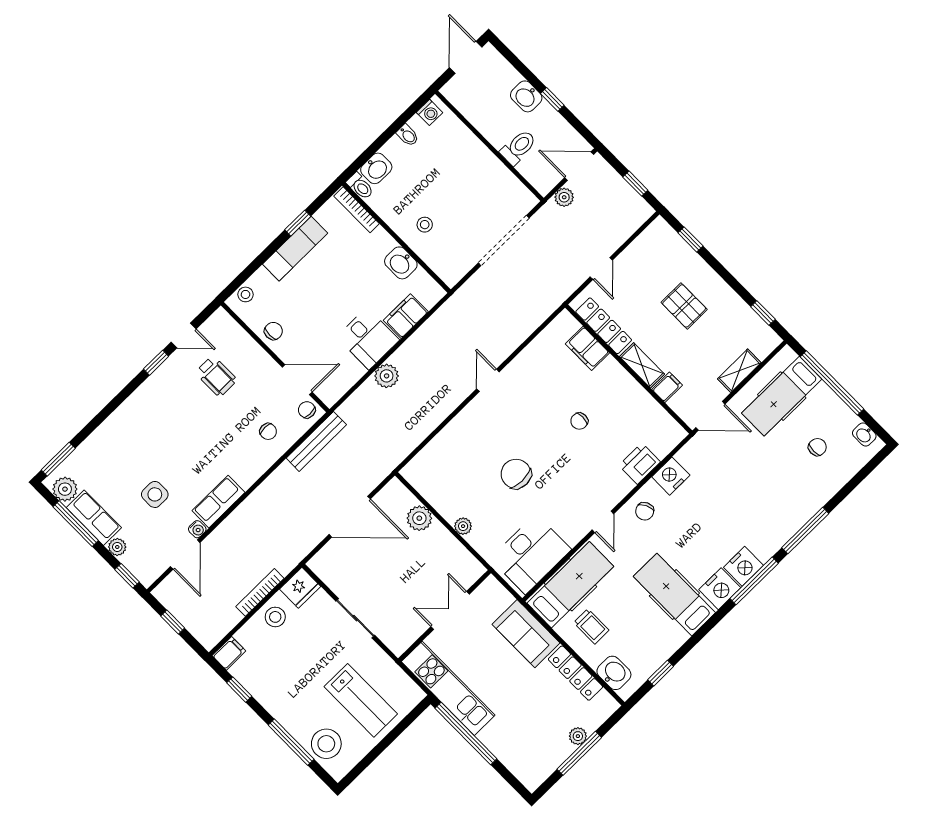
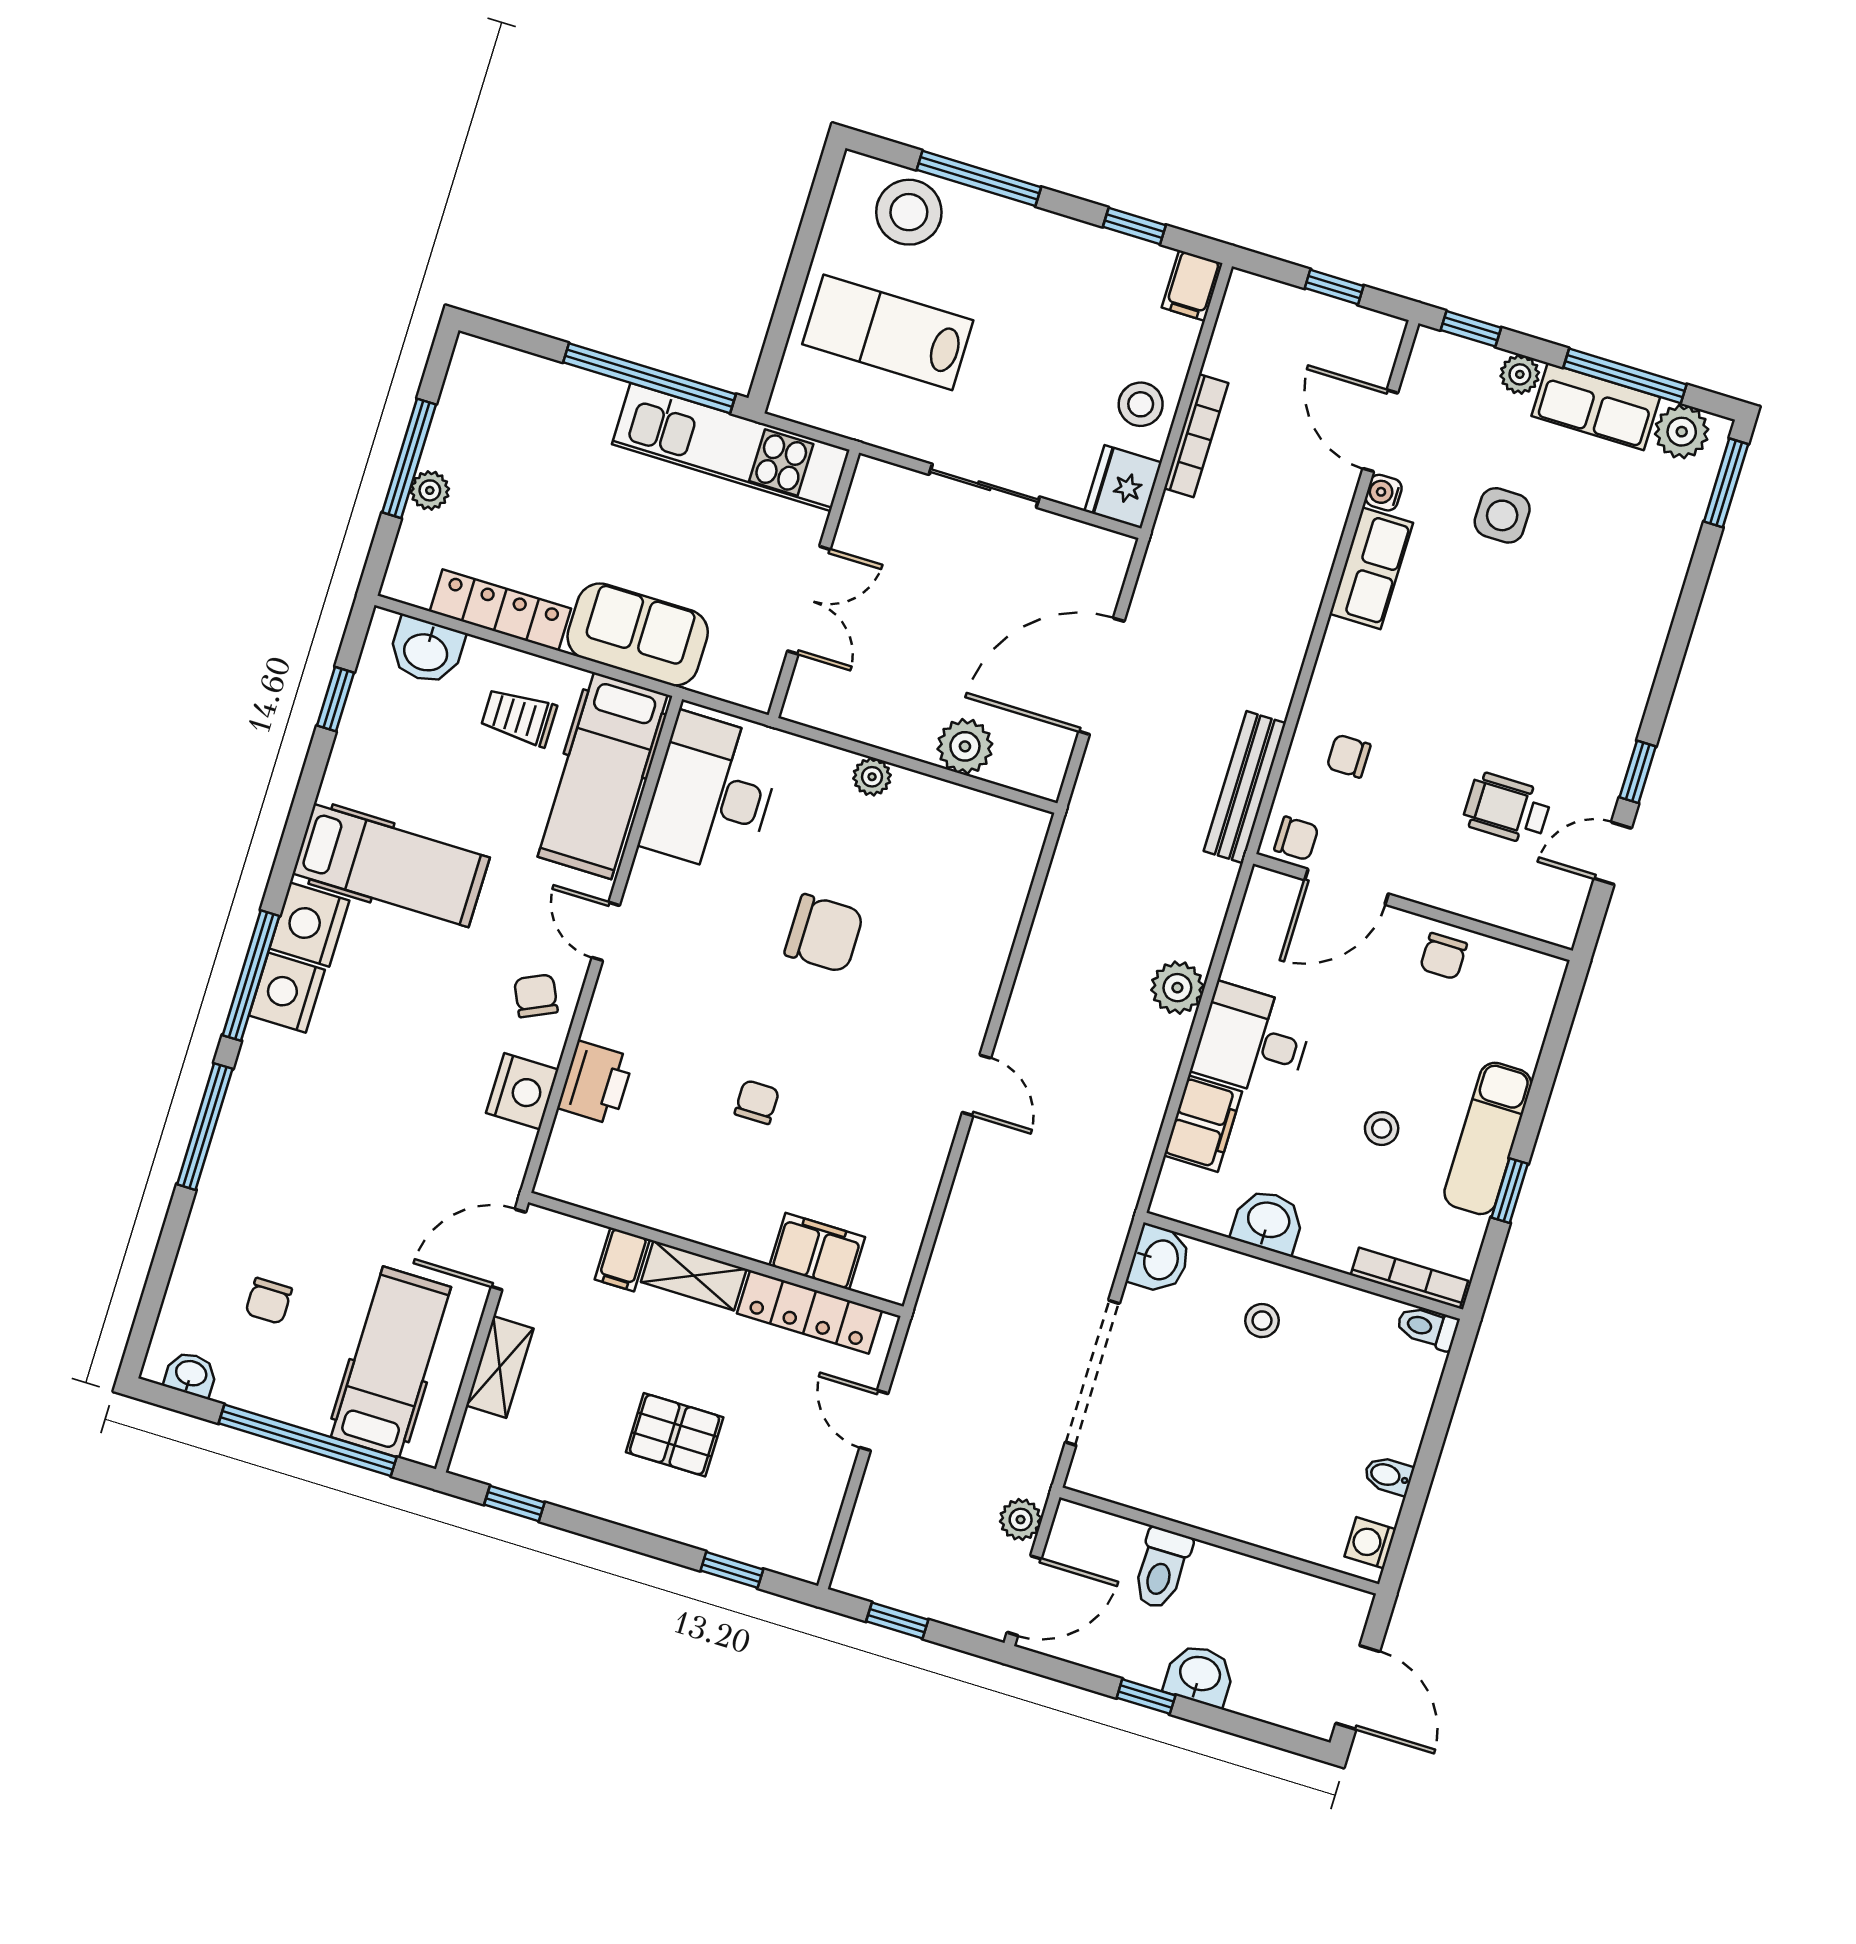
washbasin: (376, 168) -> (1159, 1259), moved, turned 180
stool: (246, 294) -> (1382, 1129), moved

